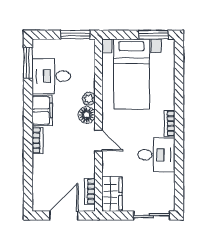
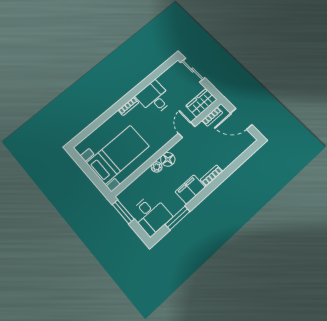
window: (153, 35) -> (81, 163), removed
window: (28, 63) -> (178, 218), moved
desk: (51, 76) -> (151, 215), moved
door: (98, 141) -> (187, 130), moved

